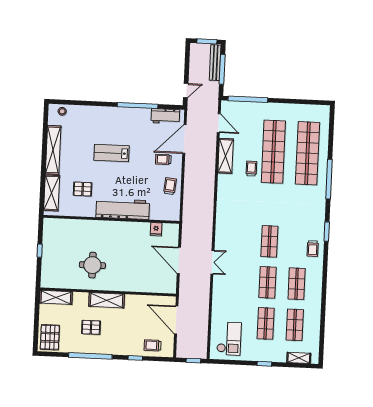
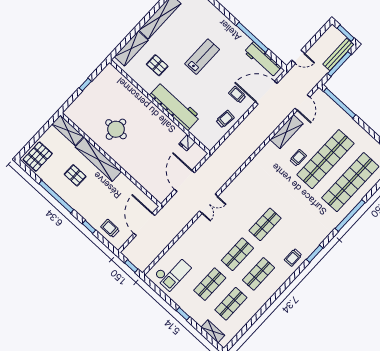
workbench: (165, 116) -> (263, 60), width x1.37
lab bench: (112, 153) -> (202, 57), turned 90
shelving: (107, 300) -> (98, 159), width x1.47

